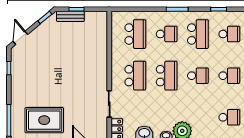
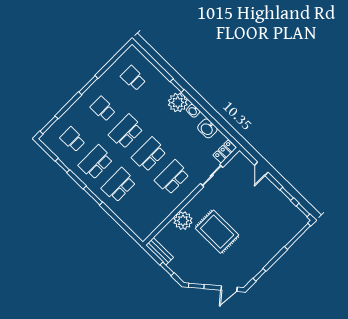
bench: (70, 16) -> (160, 251), moved
school desk: (135, 34) -> (142, 208), removed
school desk: (167, 34) -> (119, 185), width x1.85
plant: (98, 53) -> (183, 221), added
school desk: (198, 76) -> (126, 132), width x1.85
rug: (44, 120) -> (217, 232), moved

